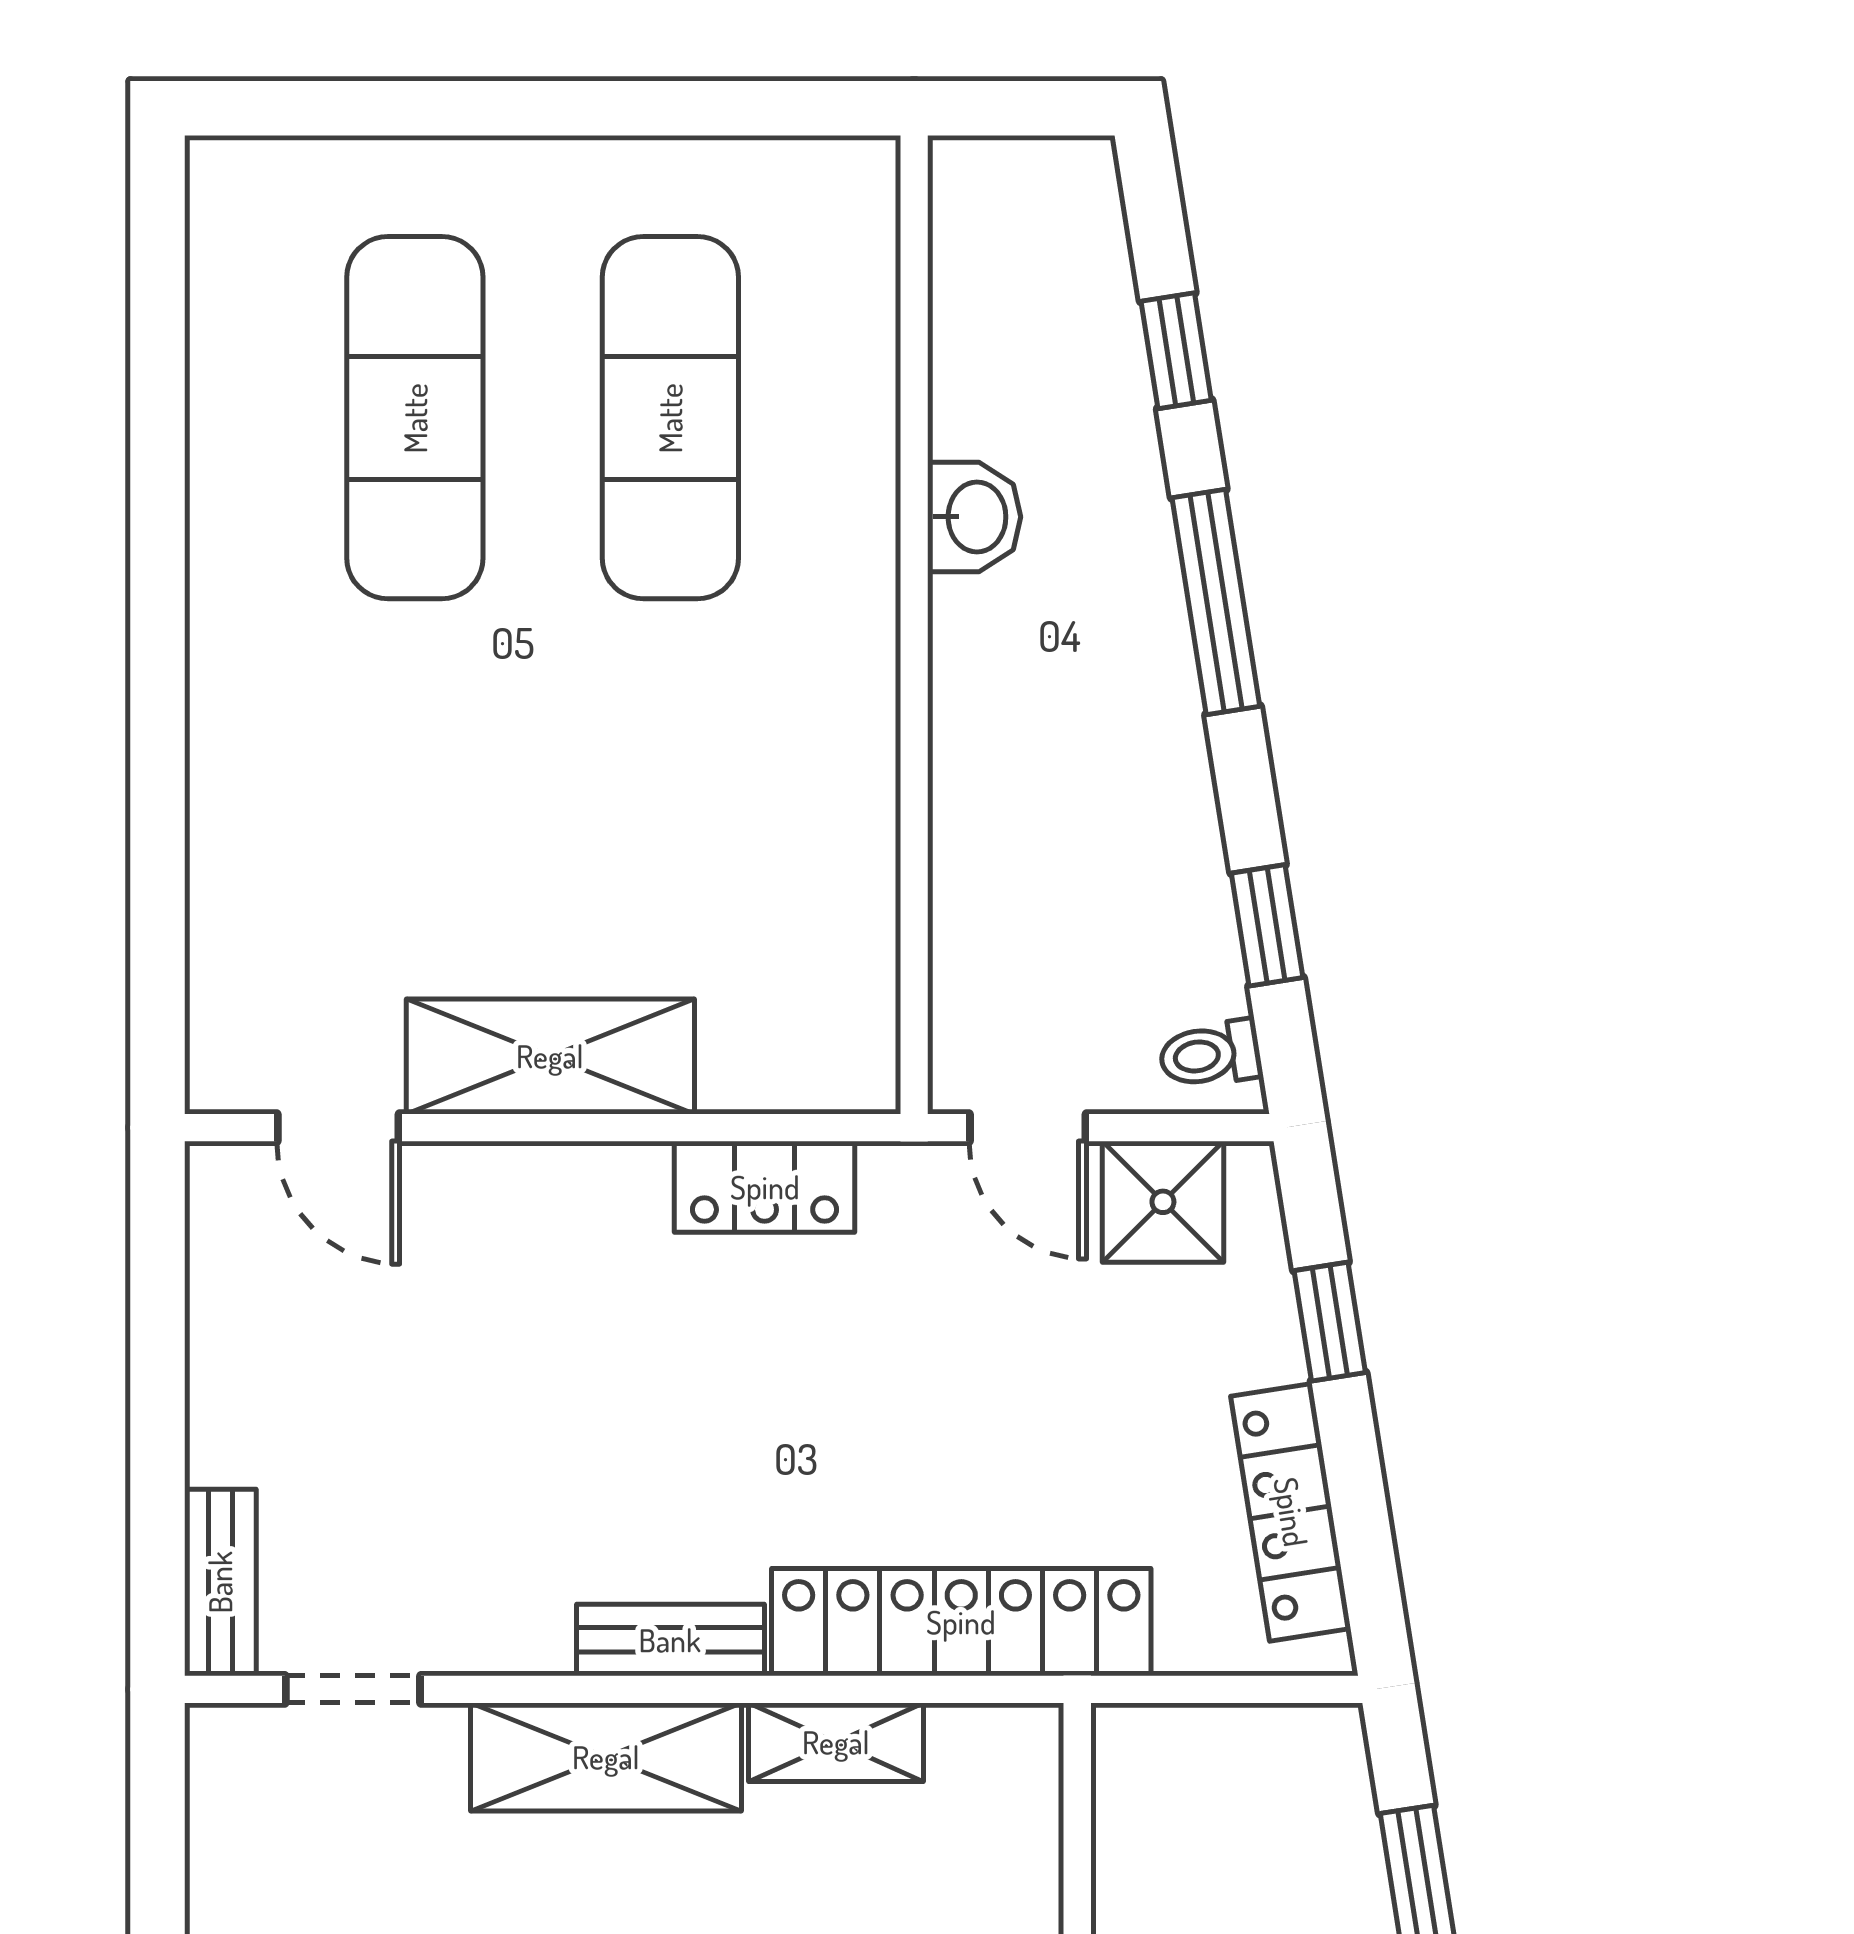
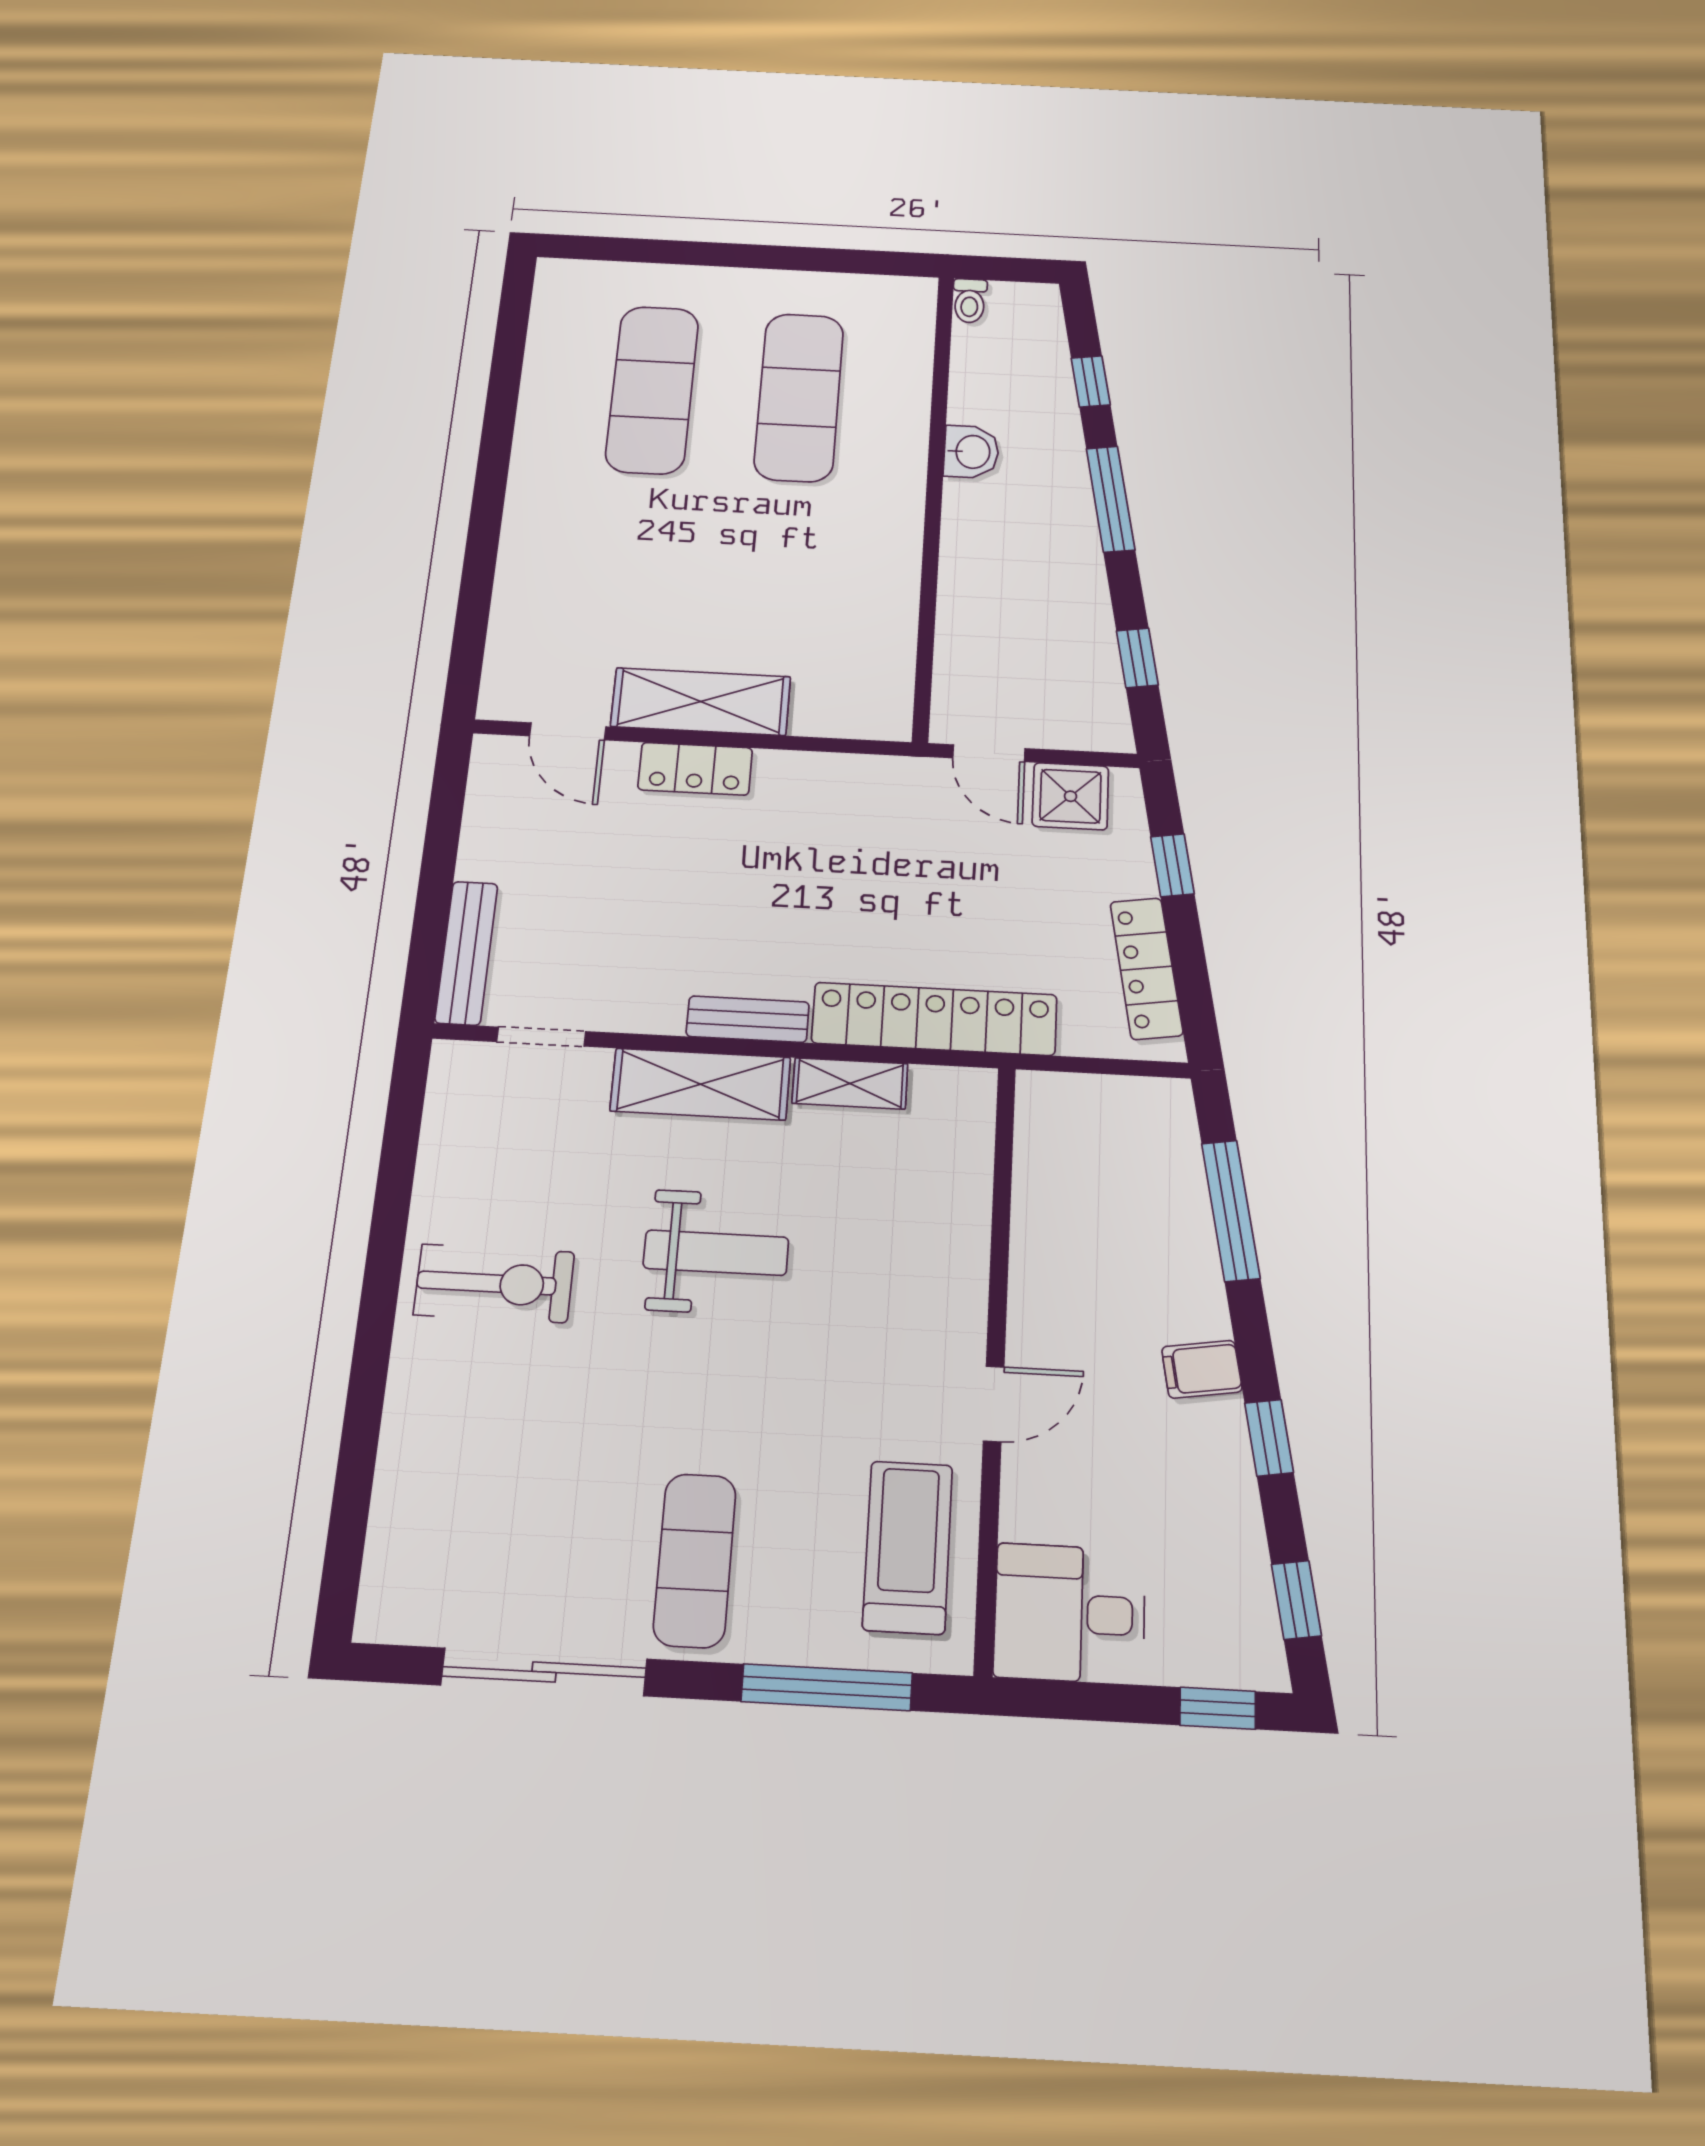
toilet: (1210, 1054) -> (970, 301), moved, turned -81
locker: (765, 1187) -> (695, 769), moved
bench: (220, 1582) -> (466, 953), width x1.36

